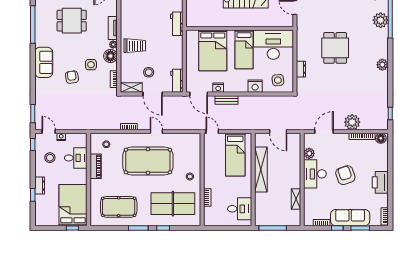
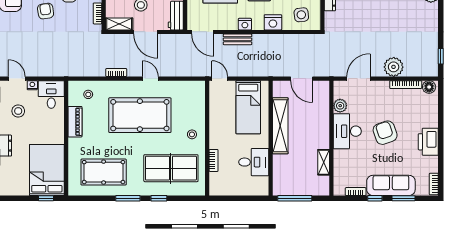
nightstand: (218, 88) -> (245, 24), moved
desk: (76, 158) -> (51, 94), moved, turned -90
desk: (240, 209) -> (254, 162), moved

